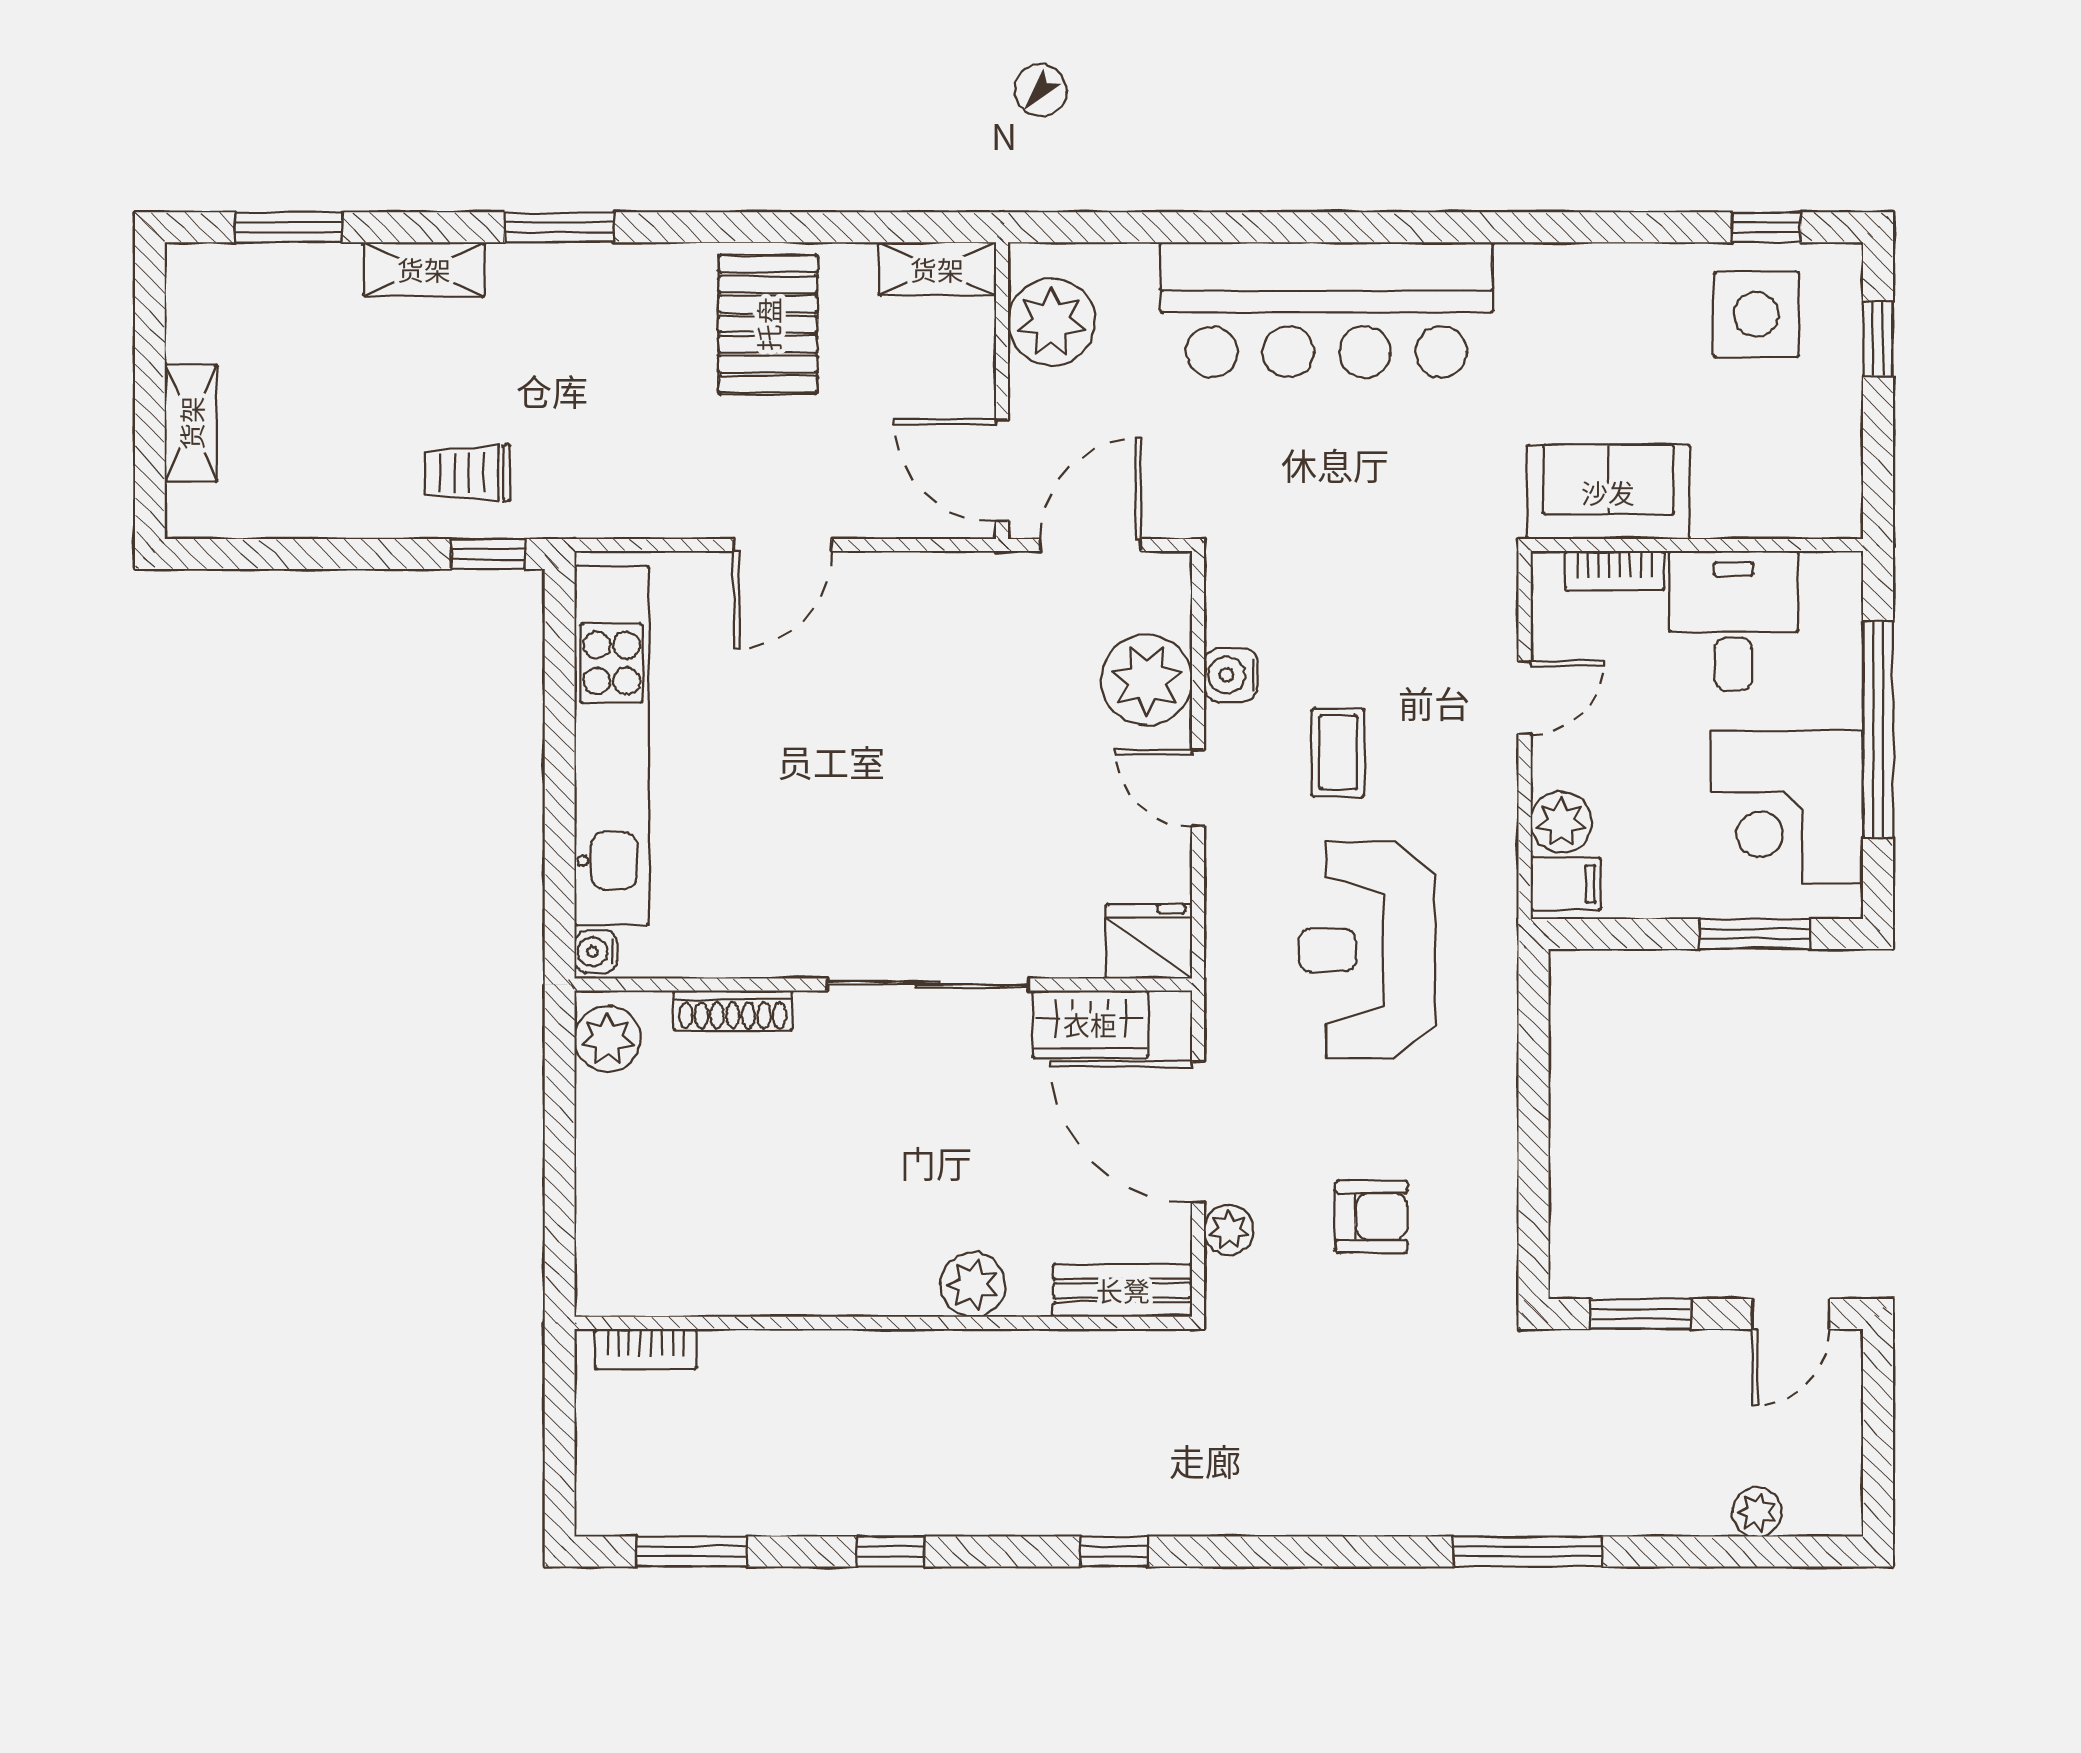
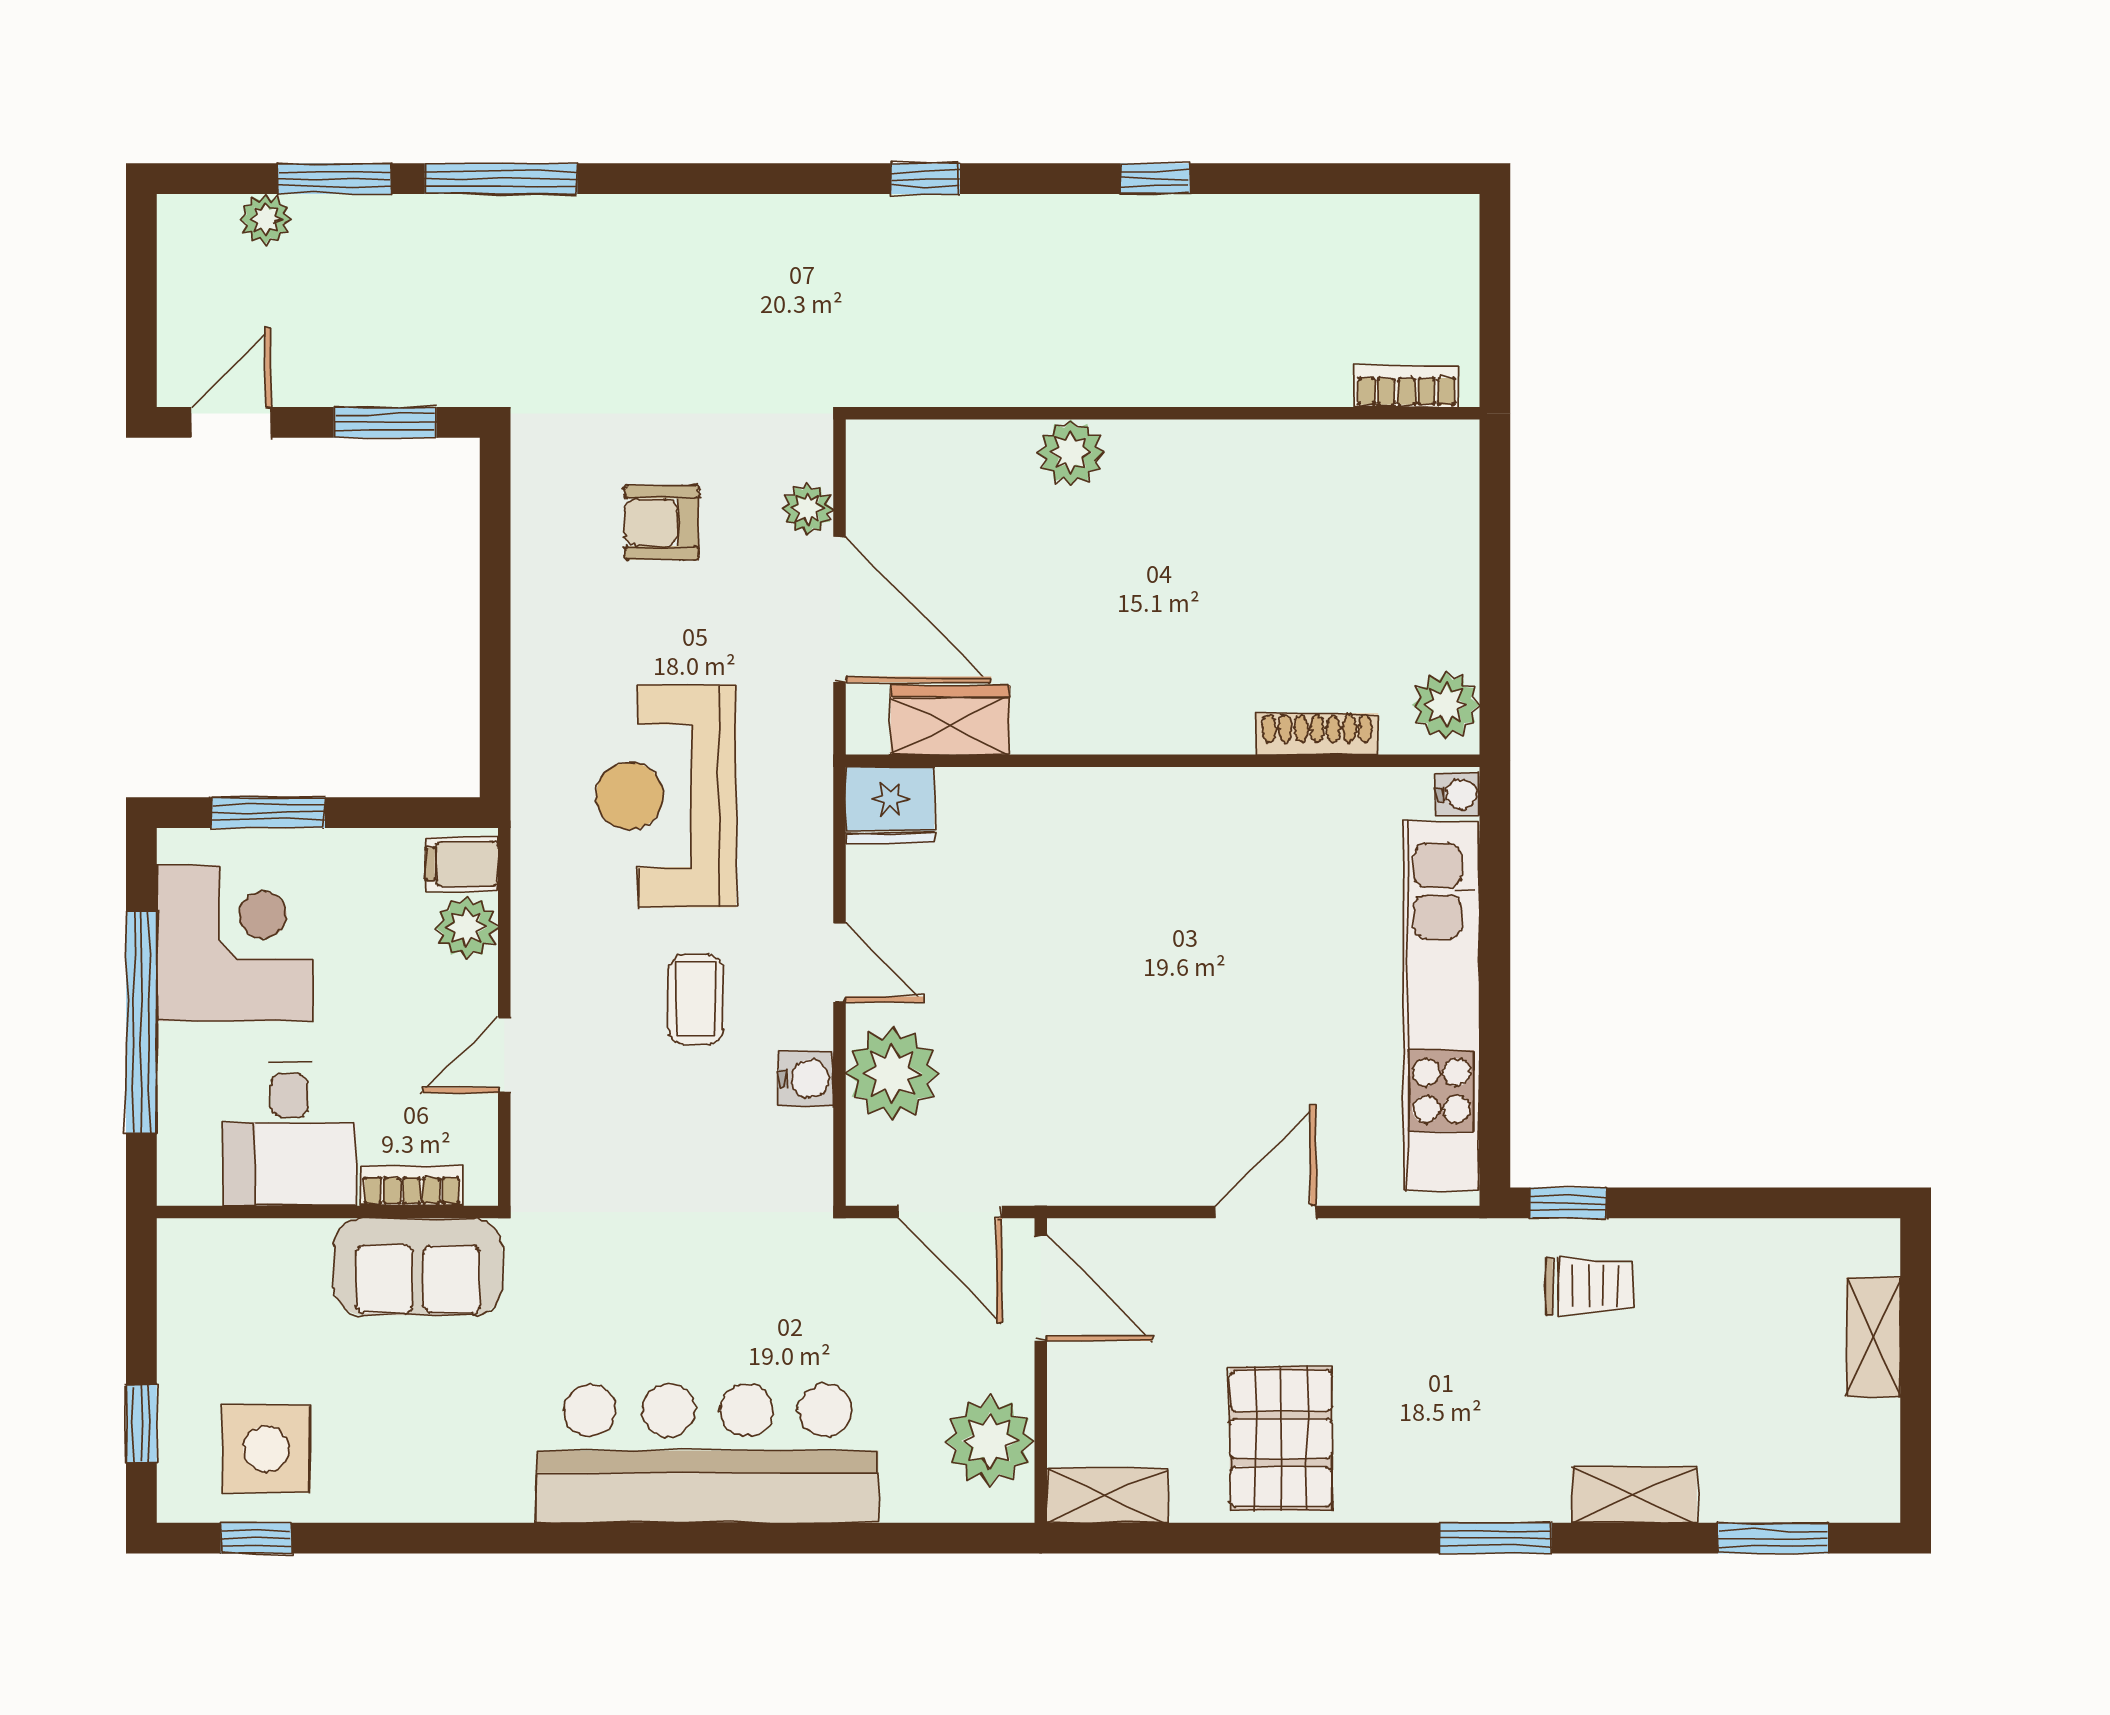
door: (1090, 545) -> (950, 1212), hinge flipped
reception desk: (1367, 950) -> (666, 796), turned 180
sliding door: (928, 984) -> (1117, 761), removed
bench: (1123, 1290) -> (917, 447), removed
window: (692, 1552) -> (334, 179), moved

